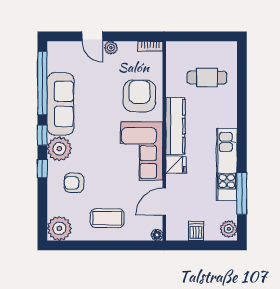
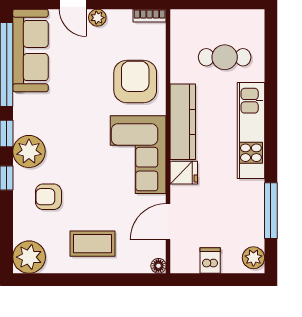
sofa: (60, 104) -> (30, 50), moved
kitchen unit: (227, 164) -> (251, 131), moved

